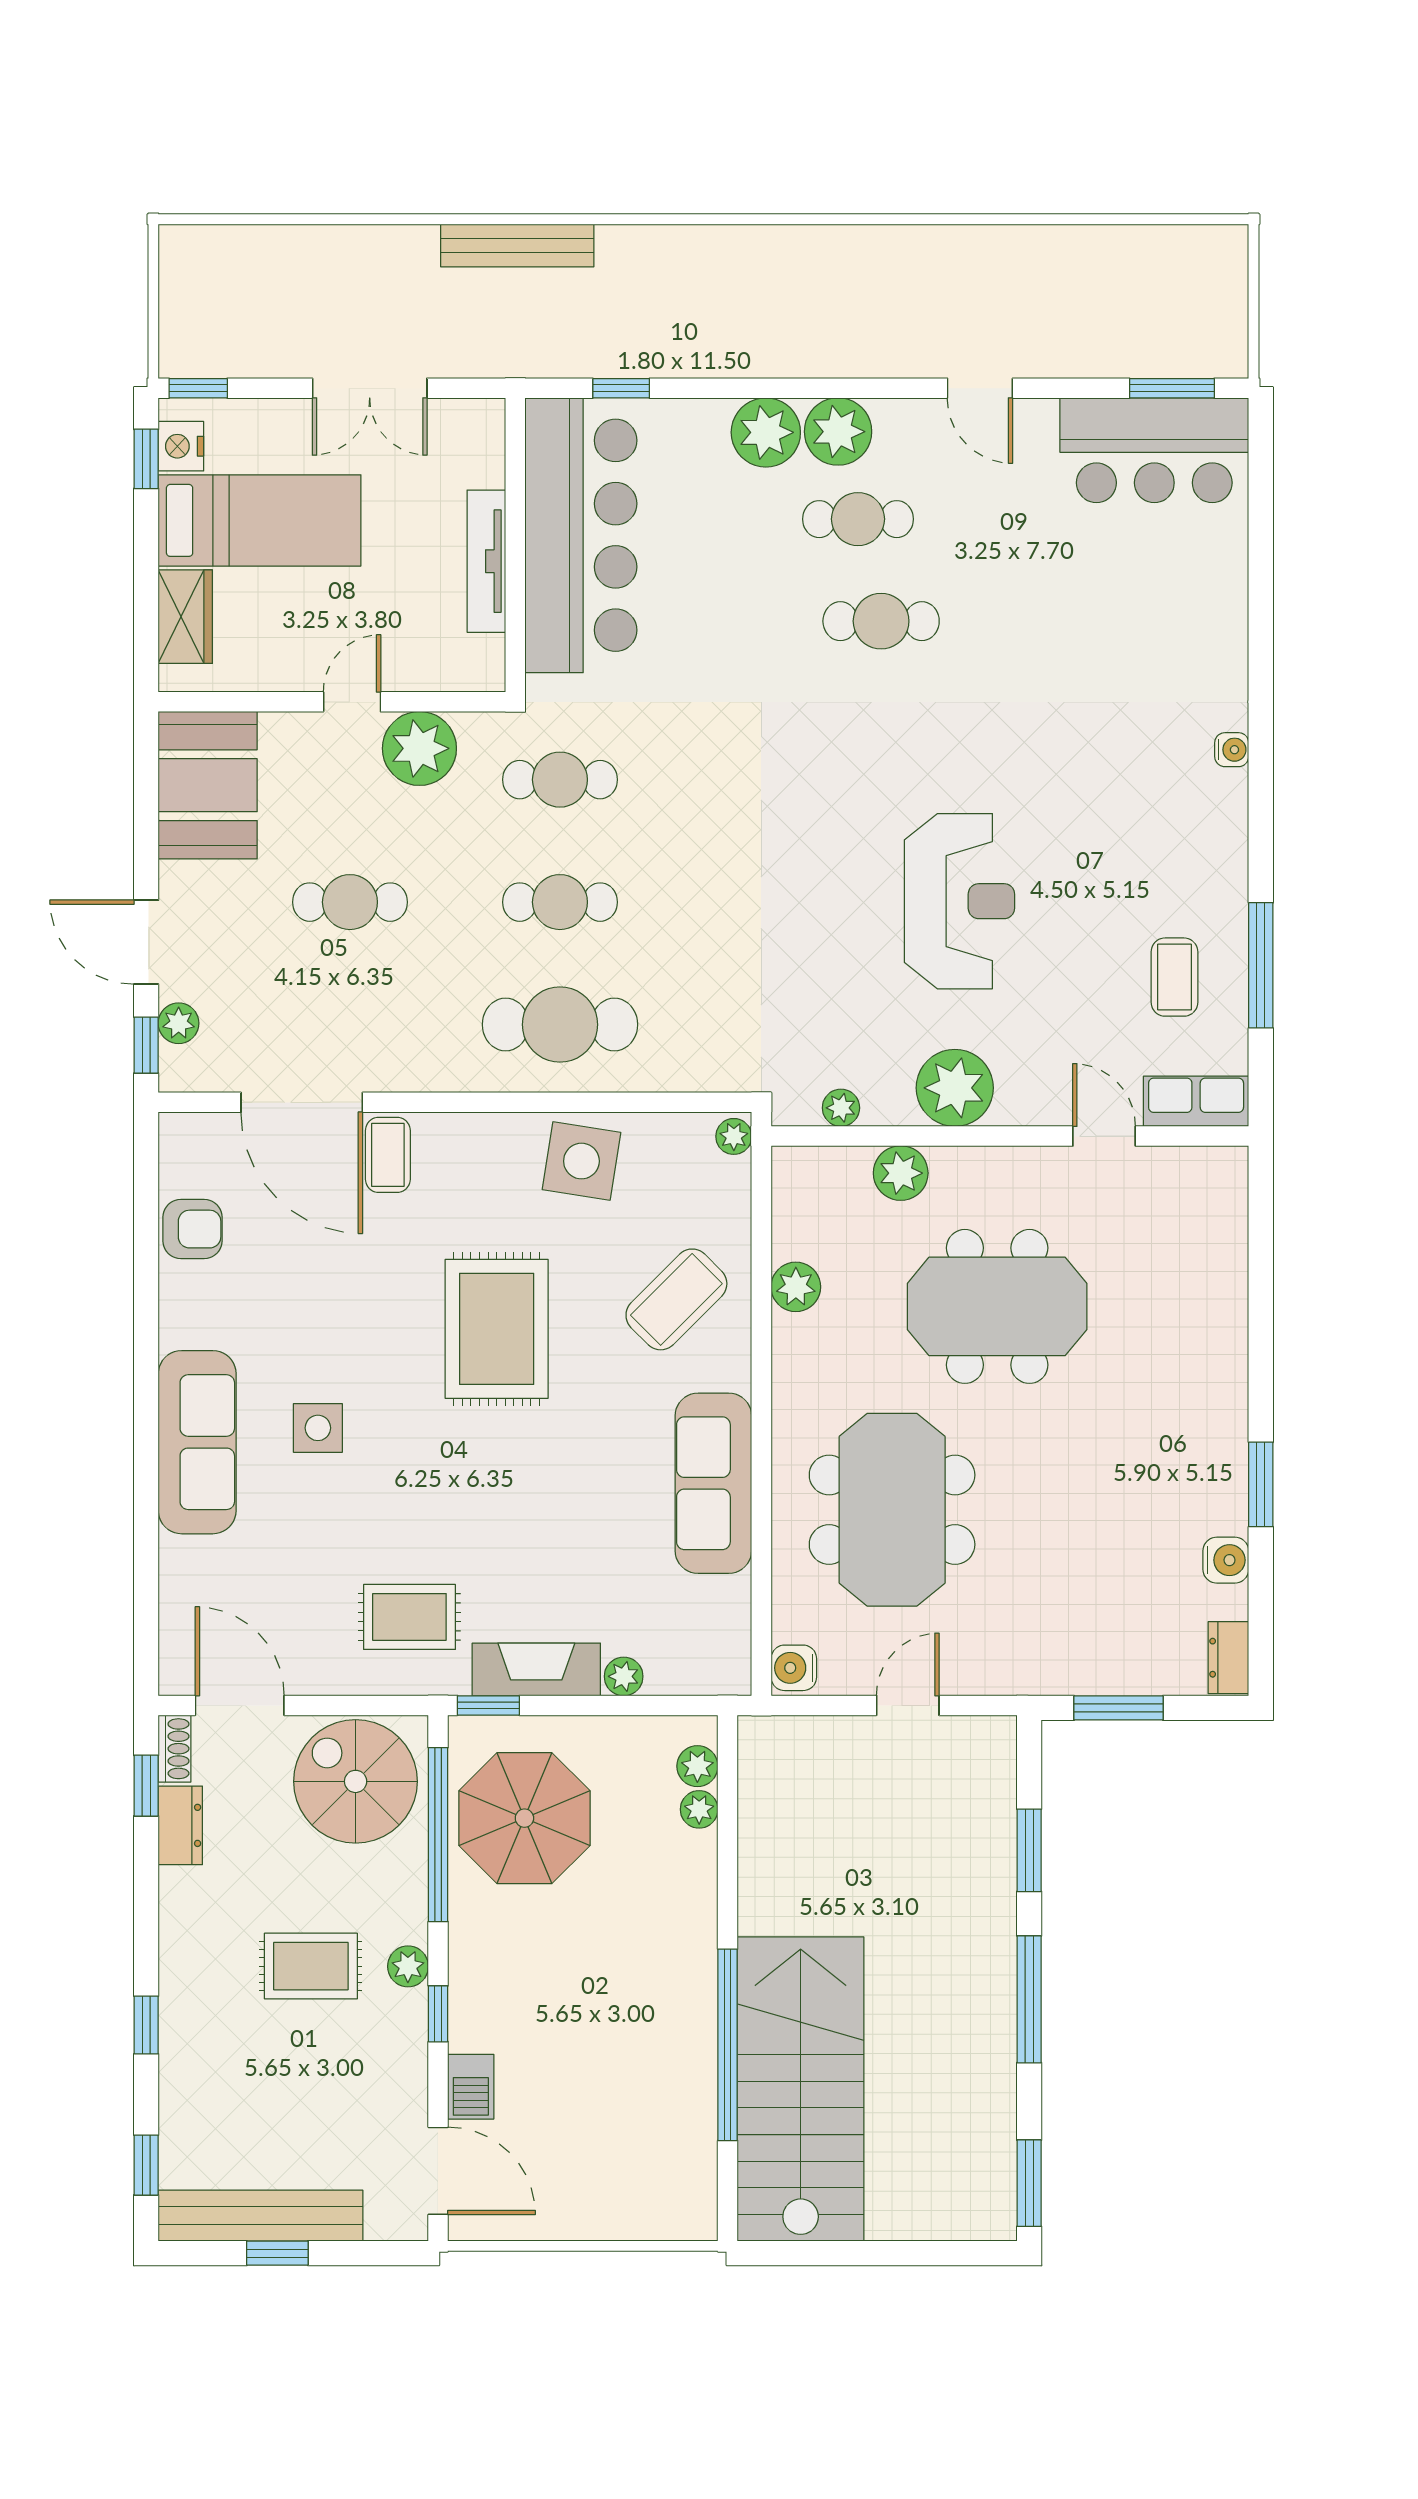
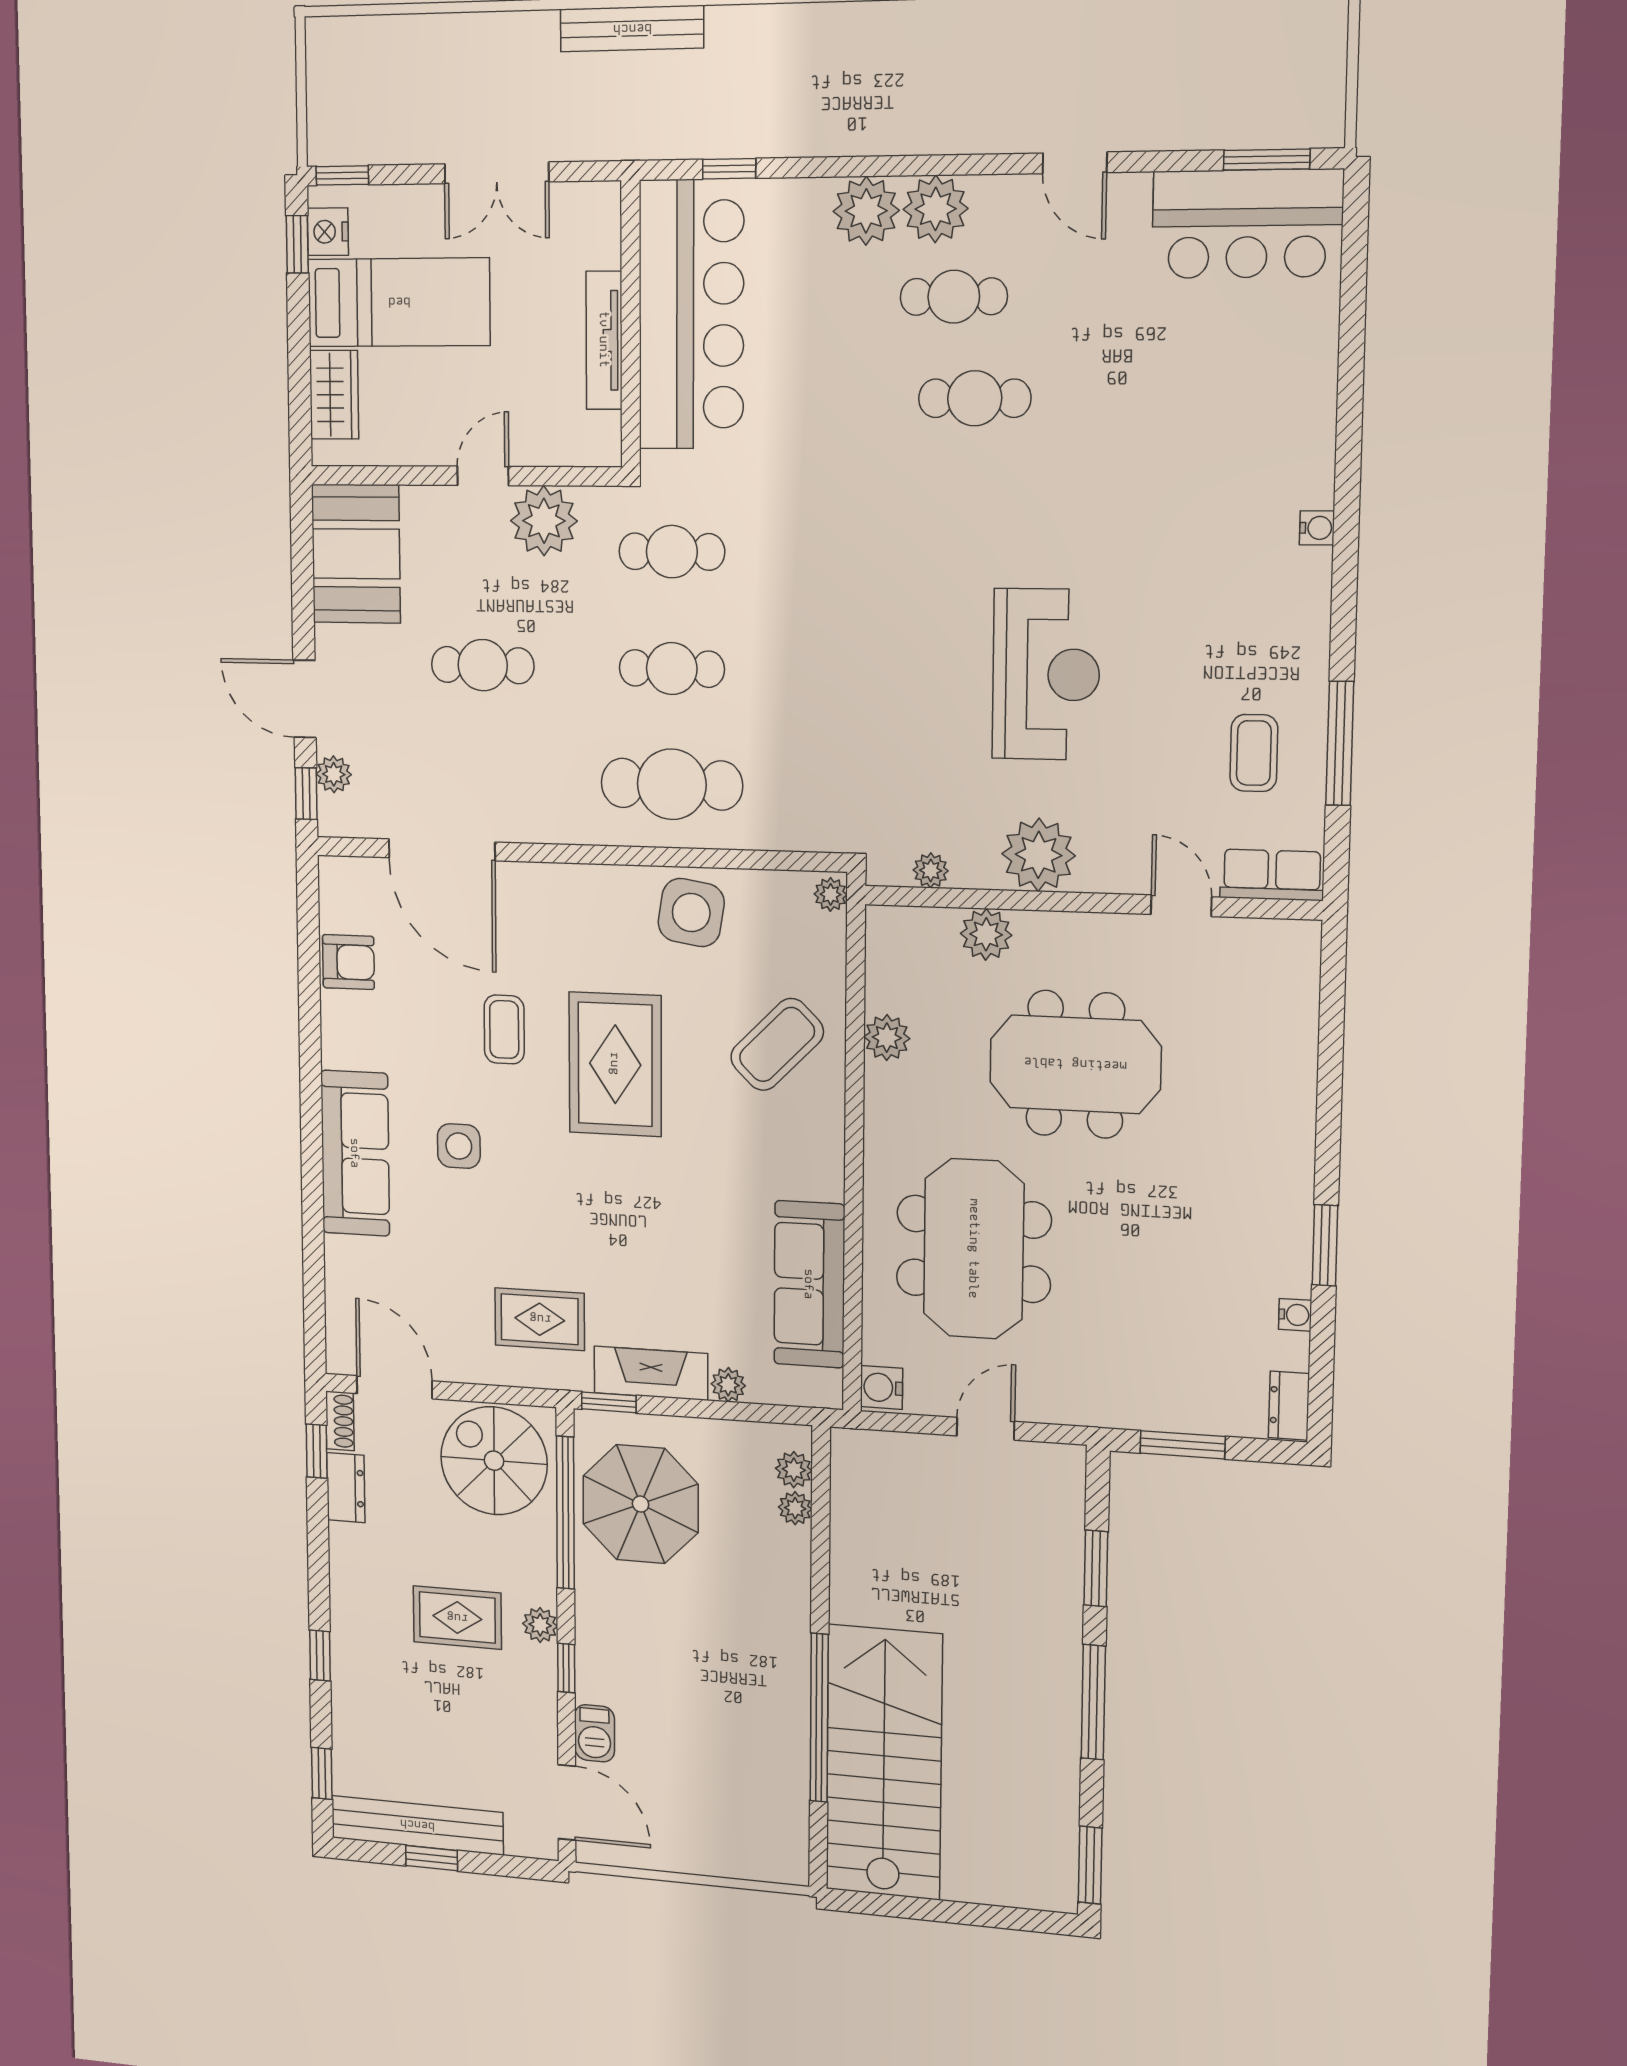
coffee table: (388, 1155) -> (504, 1029), moved
sofa: (713, 1483) -> (809, 1284), moved
water cooler: (1226, 1560) -> (1295, 1315), width x0.72, depth x0.72

